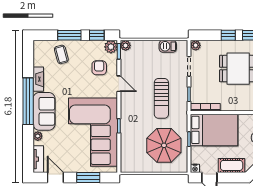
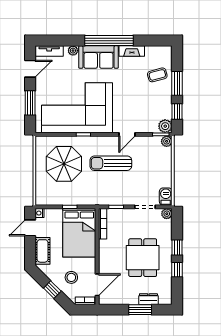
barbecue: (168, 46) -> (166, 197), moved
armchair: (99, 68) -> (144, 114), removed
sun lounger: (161, 98) -> (111, 163), moved
parasol: (164, 145) -> (64, 164), moved

